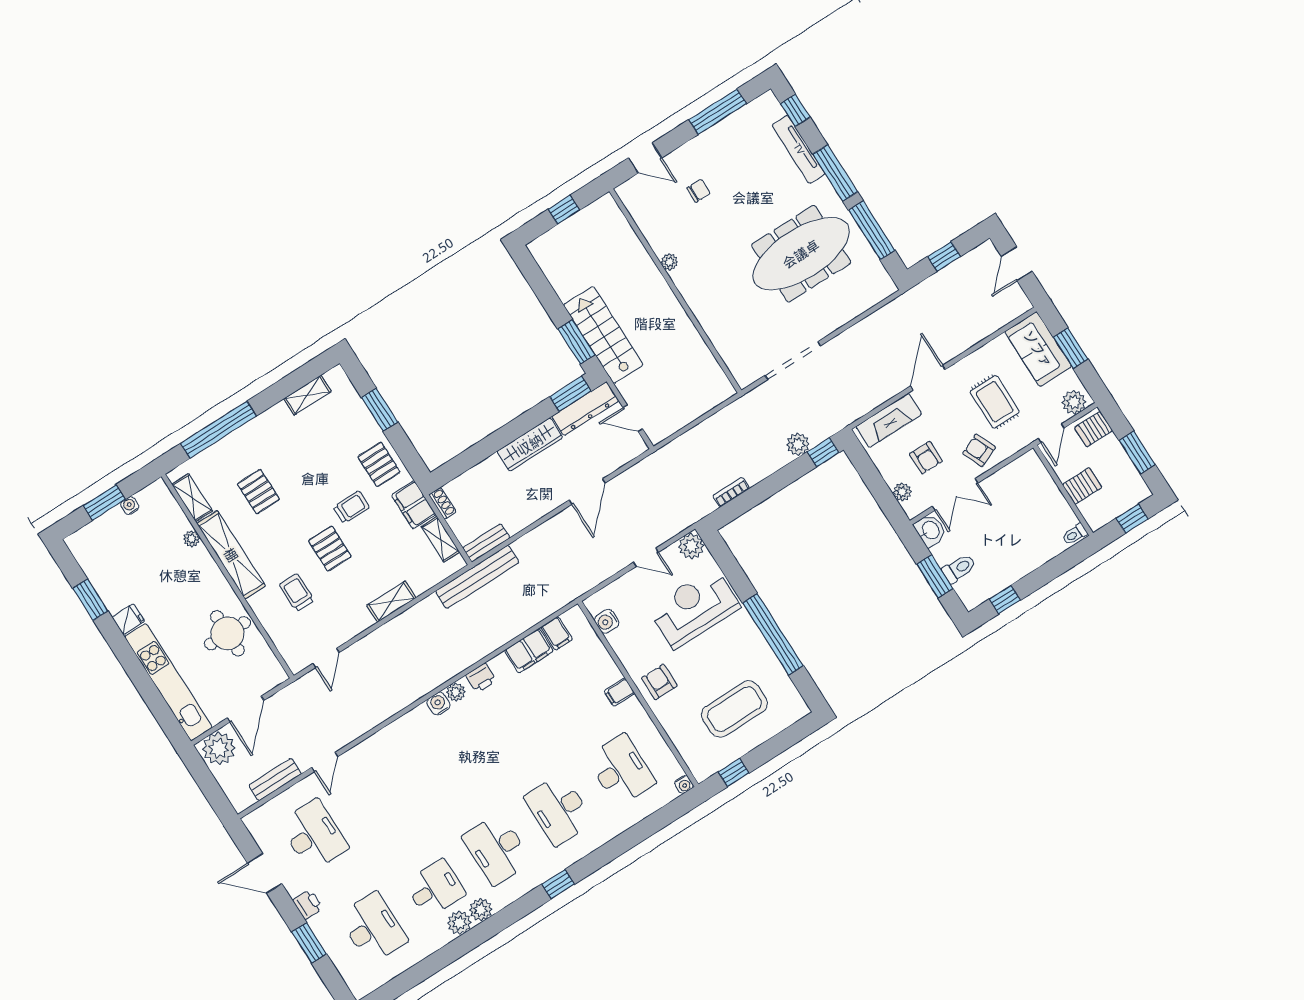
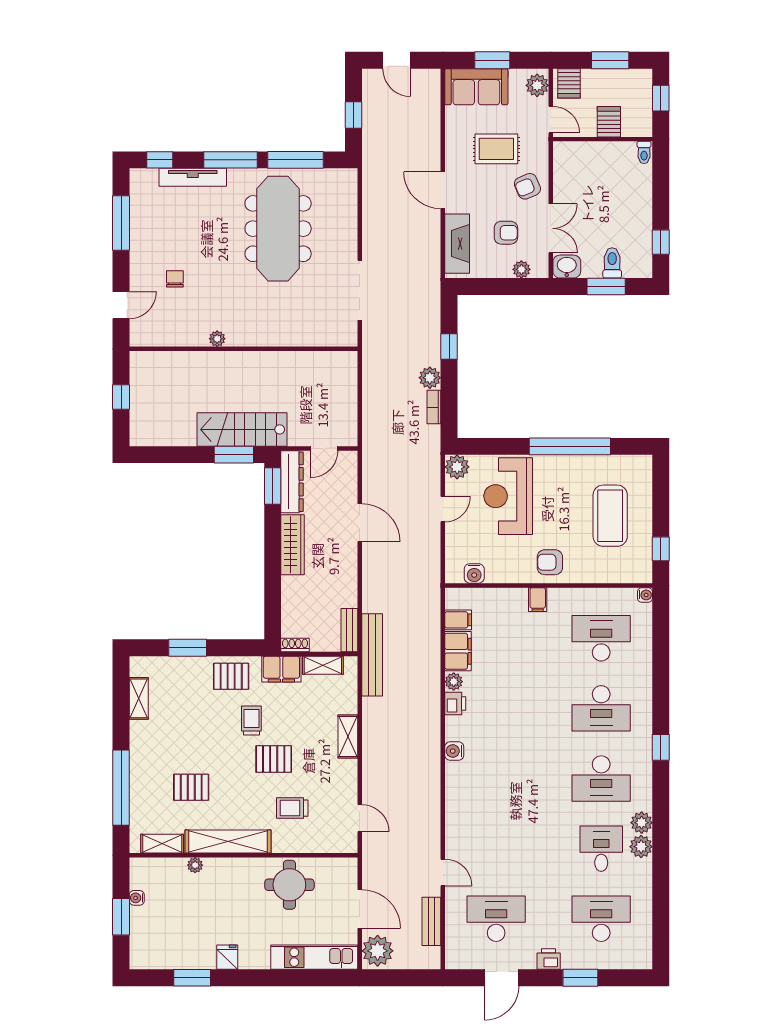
plant: (798, 444) -> (430, 378), moved
window: (823, 452) -> (449, 346), moved
kitchen unit: (168, 682) -> (314, 957), width x0.73
plant: (456, 692) -> (454, 682), moved

